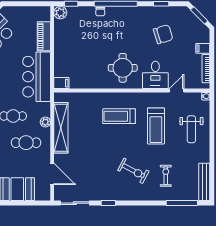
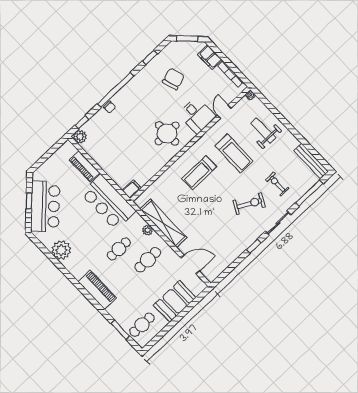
filing cabinet: (203, 48) -> (210, 57), width x2.00
weight bench: (191, 129) -> (263, 130), turned 180
sliding door: (75, 203) -> (278, 223), moved

